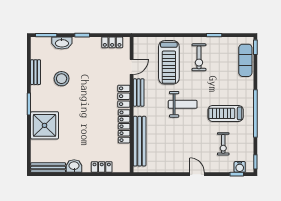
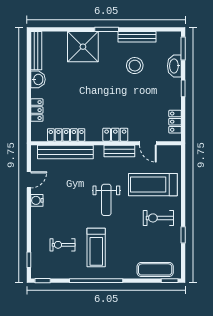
bench: (36, 72) -> (137, 37), width x1.36
treadmill: (226, 113) -> (96, 247), turned 180
locker: (124, 126) -> (66, 135), moved
water cooler: (240, 167) -> (37, 200), moved
door: (197, 174) -> (29, 180), moved

